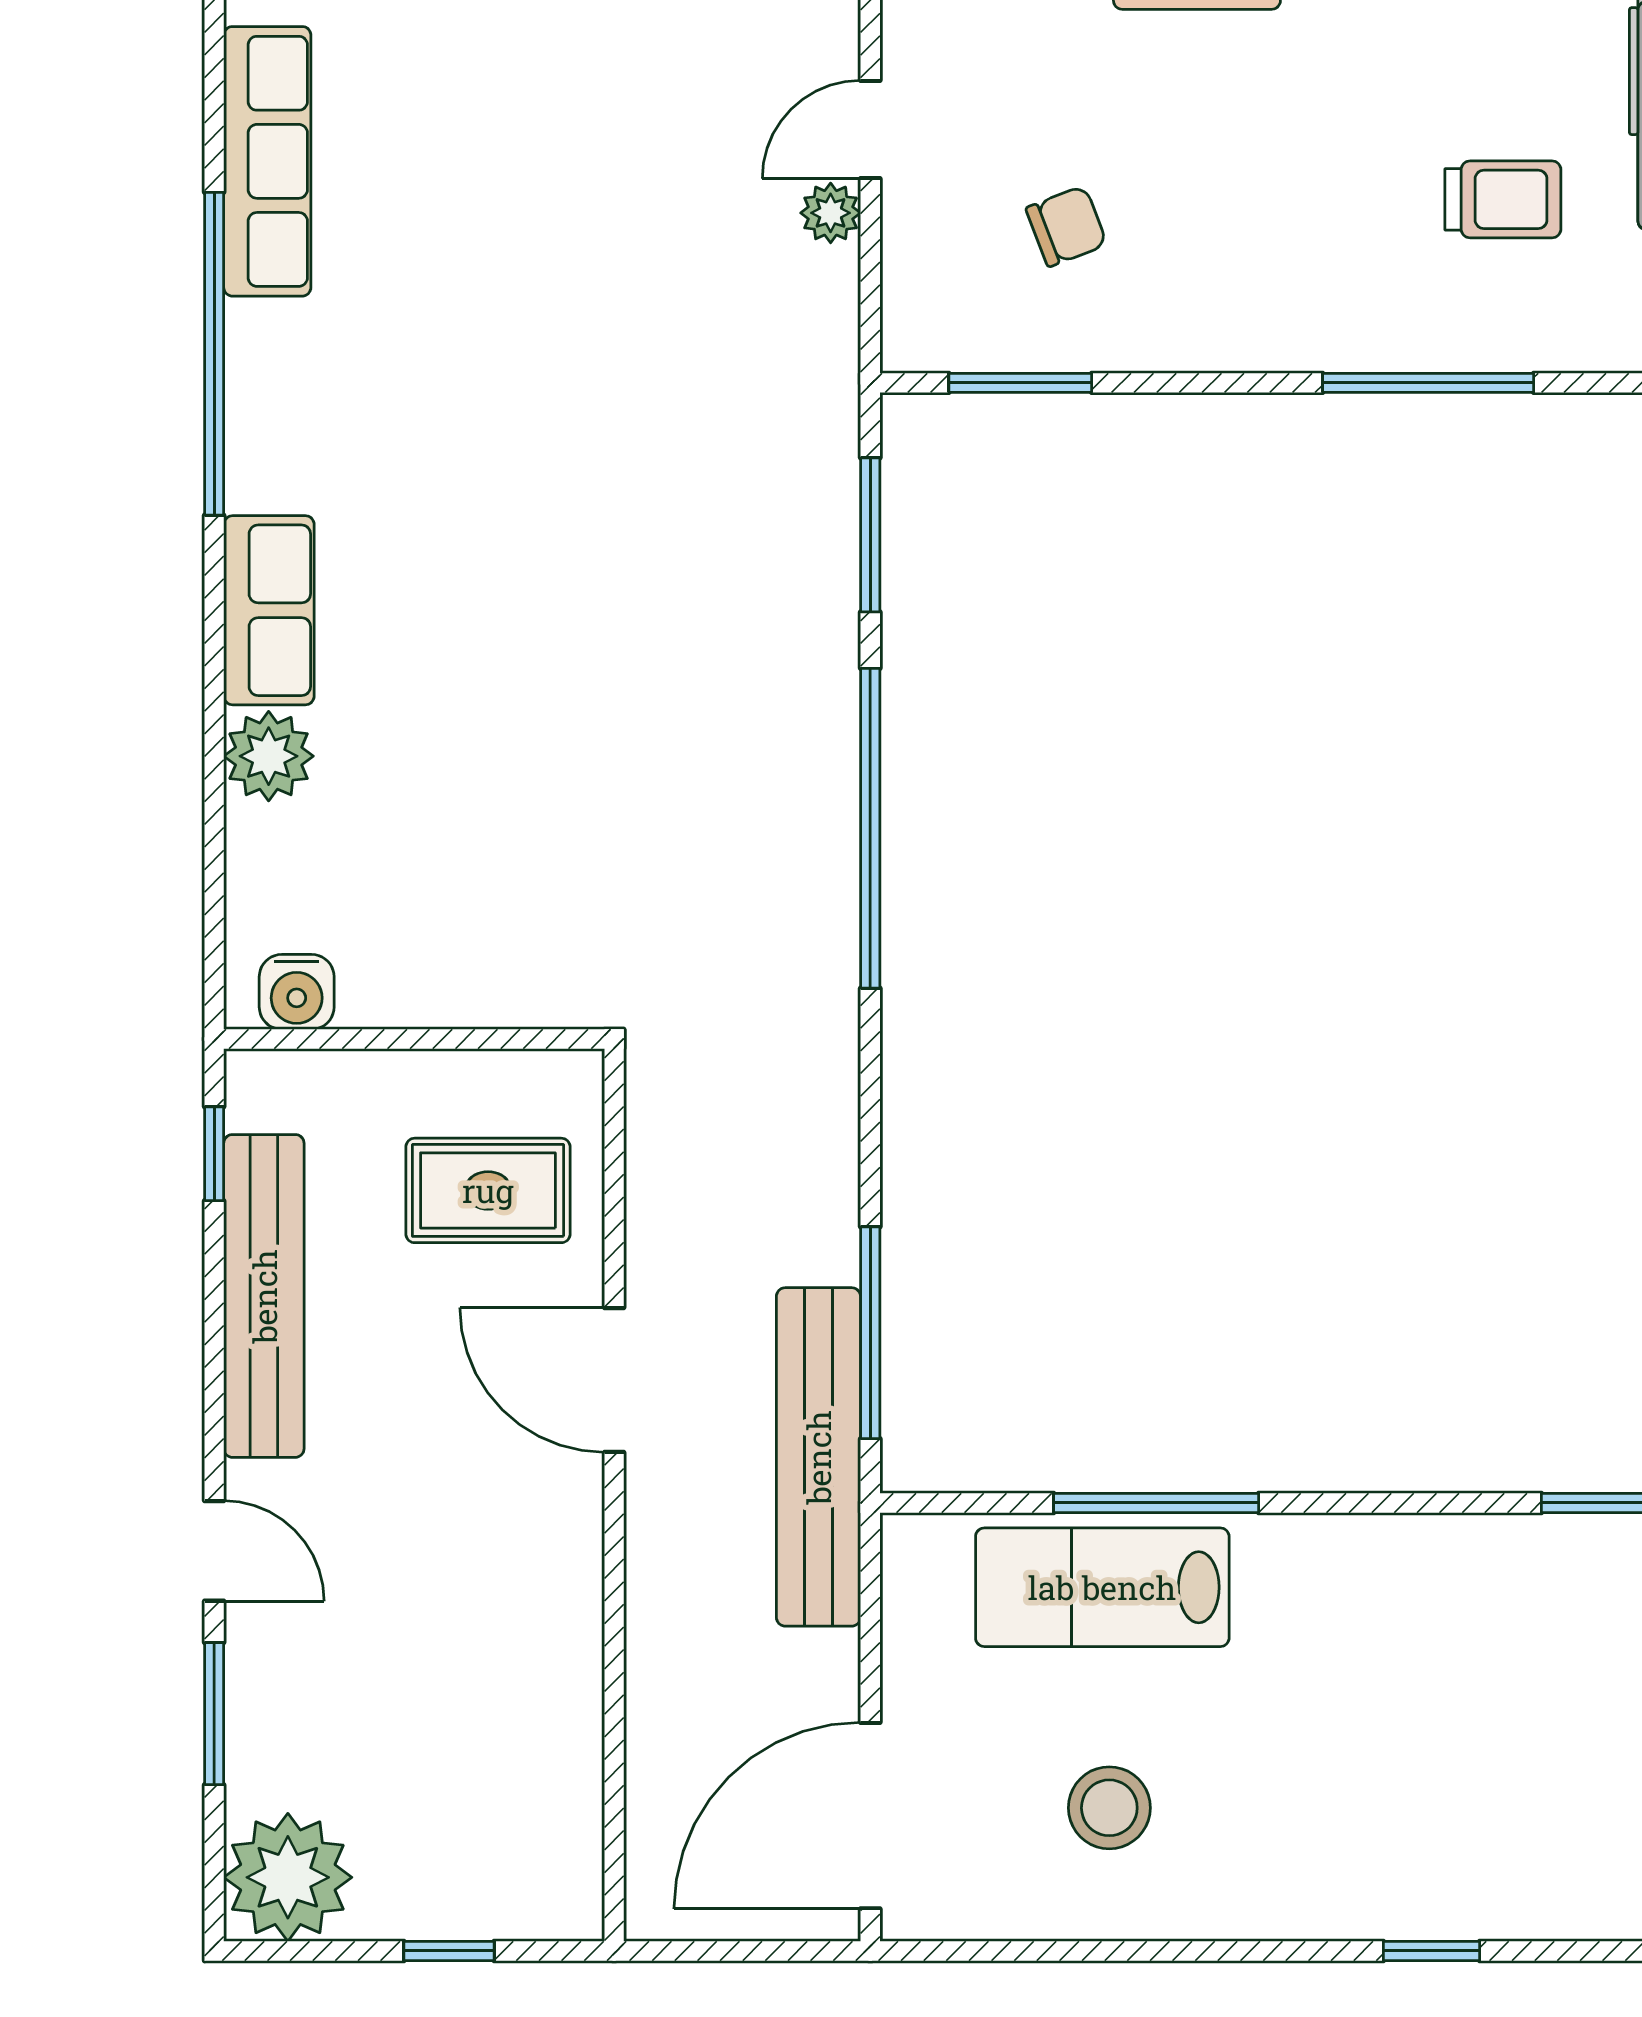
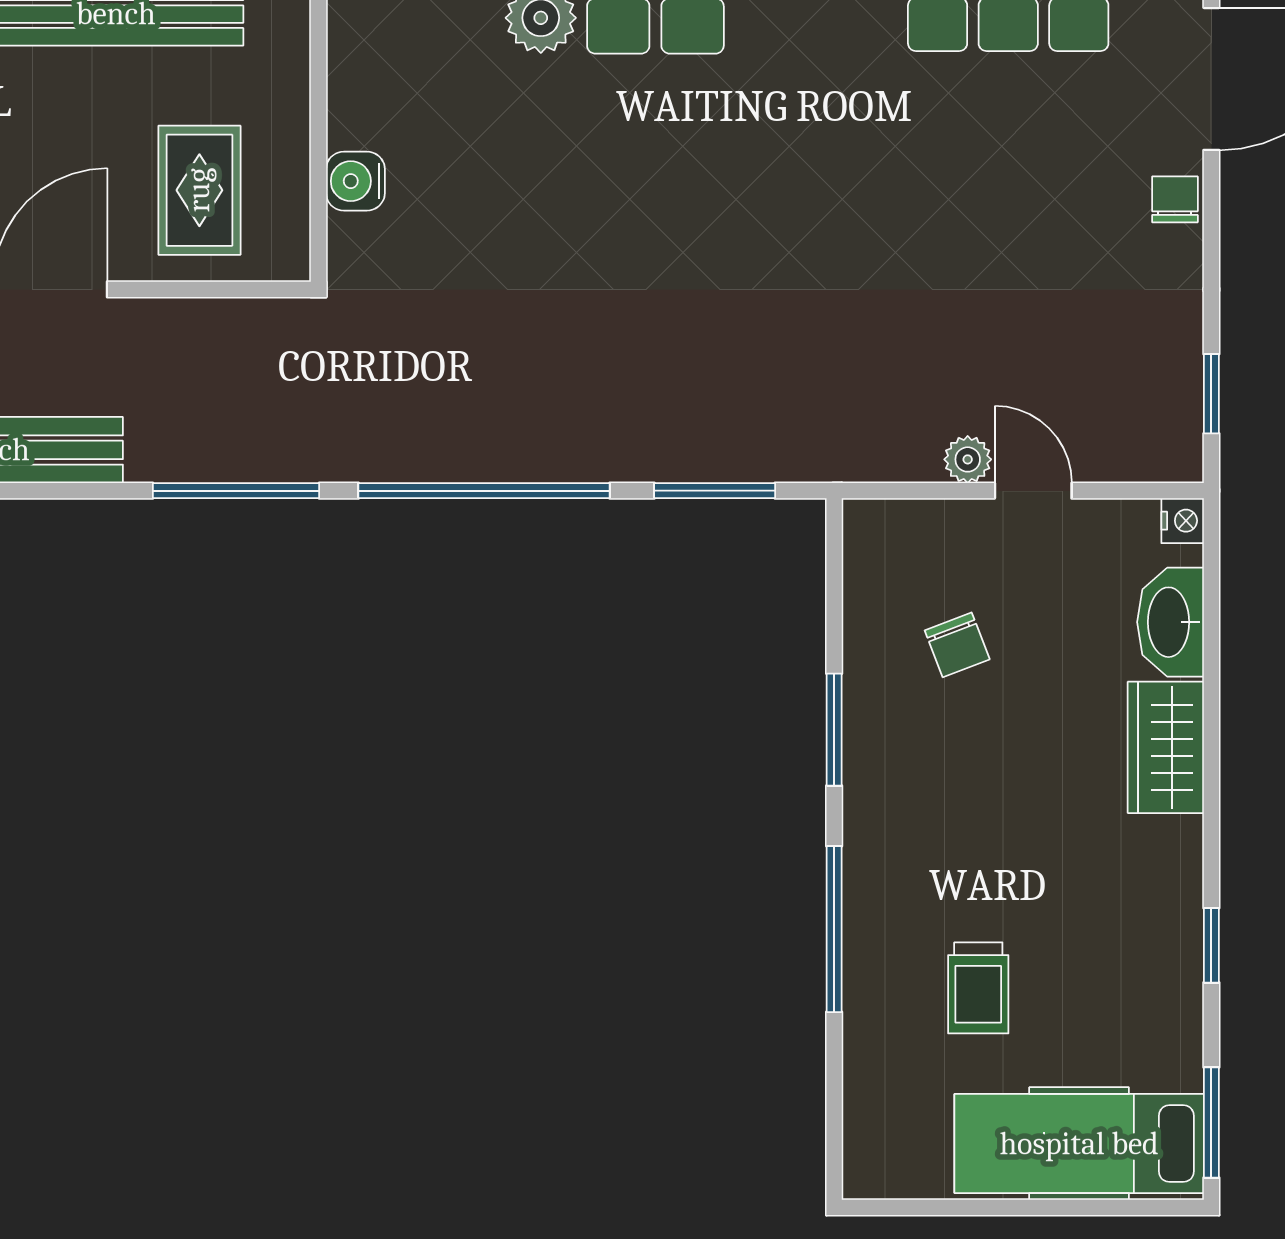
window: (1020, 383) -> (834, 730), moved
water cooler: (297, 992) -> (355, 181), moved
window: (870, 1333) -> (236, 491), moved

